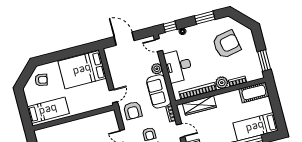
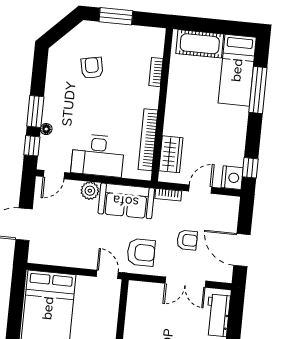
window: (205, 18) -> (35, 111), moved
armchair: (227, 44) -> (92, 68), width x0.53, depth x0.53
window: (264, 60) -> (116, 16), moved
plant: (222, 83) -> (149, 97), removed
cot: (254, 92) -> (200, 44), moved, turned 90
wardrobe: (199, 105) -> (171, 154), width x0.67

